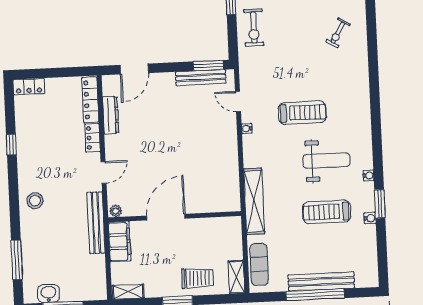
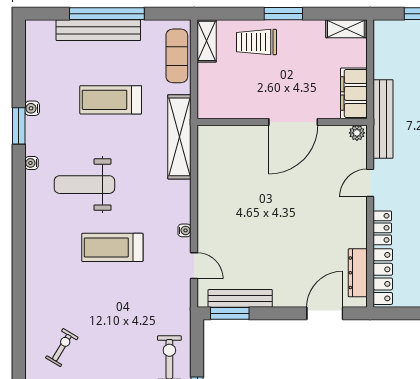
dresser: (111, 115) -> (358, 273), moved
treadmill: (327, 212) -> (111, 100), moved, turned 180

